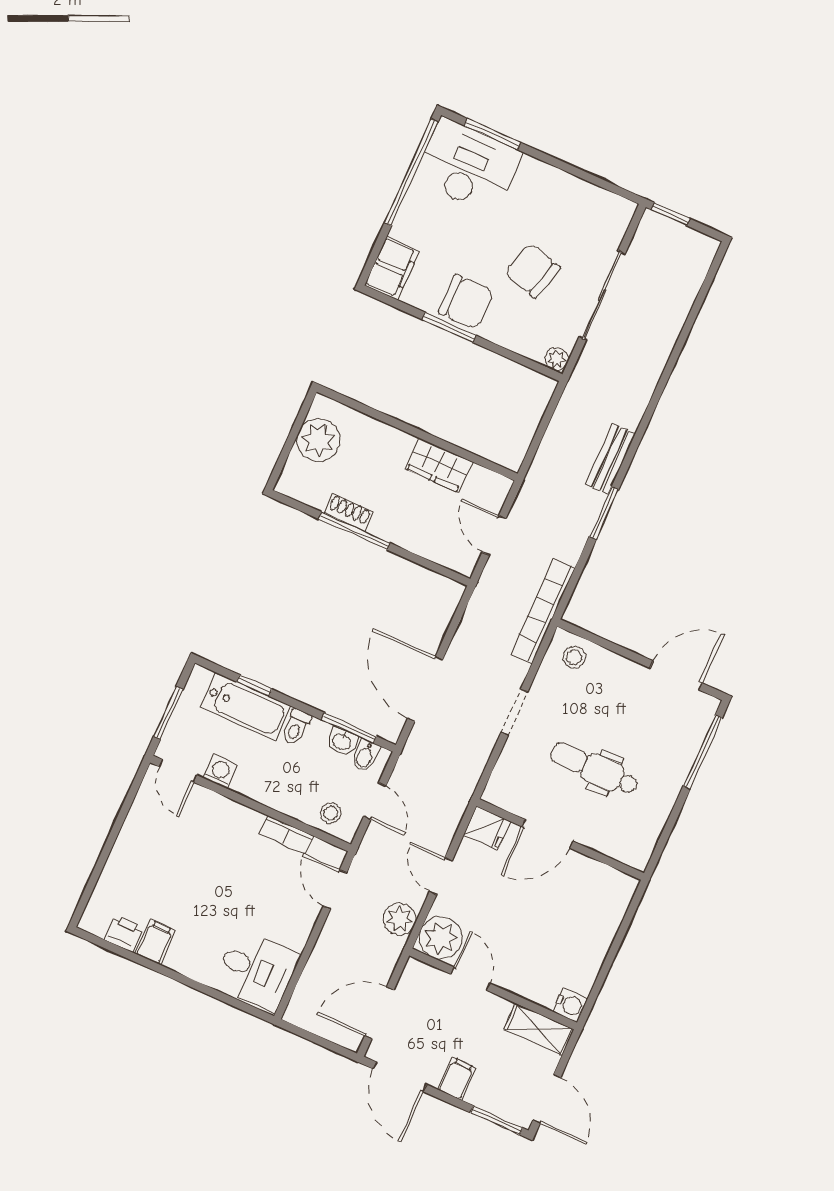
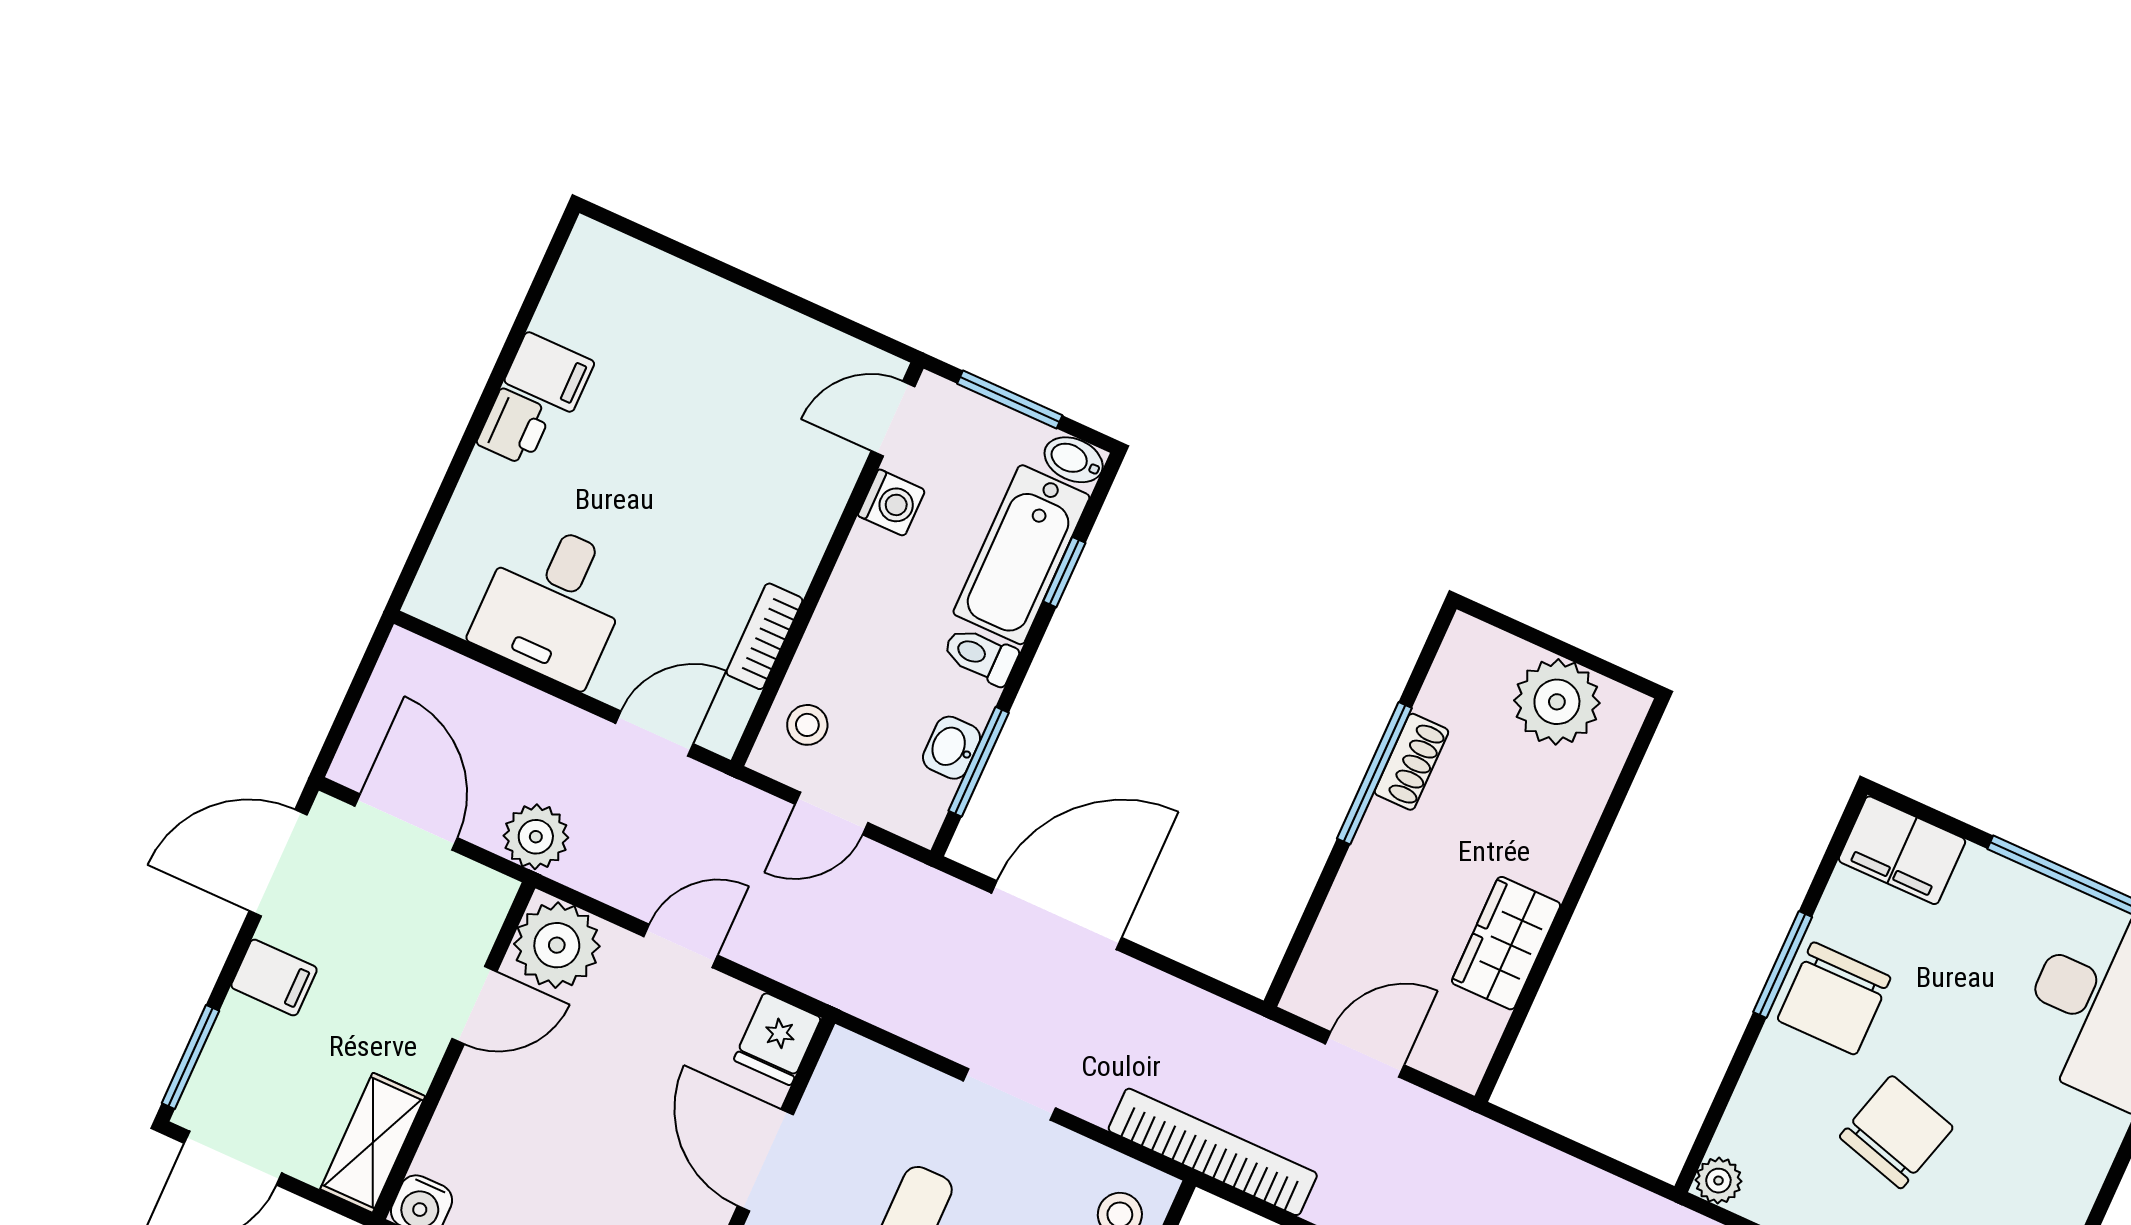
bidet: (365, 756) -> (1074, 460), moved
plant: (400, 919) -> (536, 837), moved
printer: (124, 933) -> (514, 427), moved
desk: (257, 970) -> (553, 603), moved

